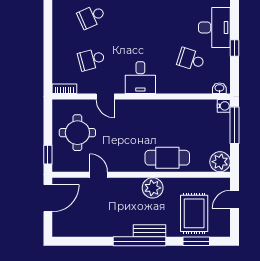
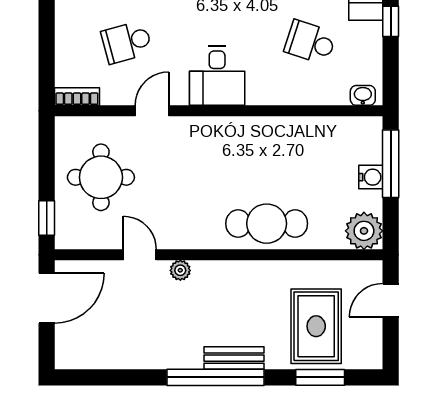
door: (105, 97) -> (152, 111), swing flipped
water cooler: (224, 106) -> (371, 177), moved
plant: (153, 188) -> (180, 270), moved, width x0.53, depth x0.53

